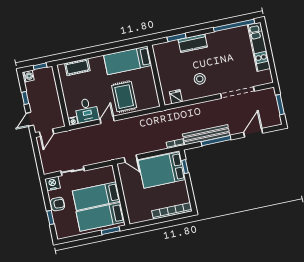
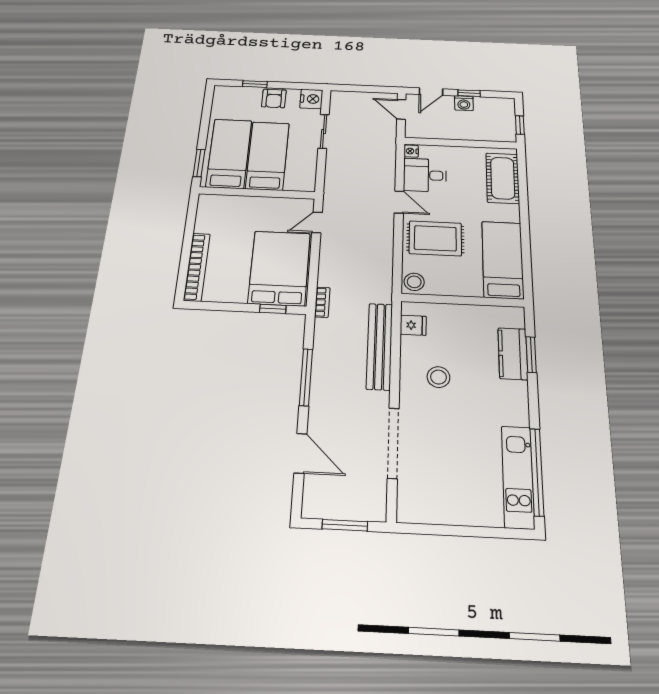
kitchen counter: (193, 43) -> (513, 354), moved
kitchen unit: (259, 47) -> (518, 477), moved, turned -90
cot: (77, 67) -> (503, 178), width x1.37, depth x1.34
washing machine: (28, 76) -> (464, 103), moved
stool: (152, 102) -> (414, 282), added
door: (30, 119) -> (431, 92), swing flipped
bench: (206, 135) -> (379, 346), moved

